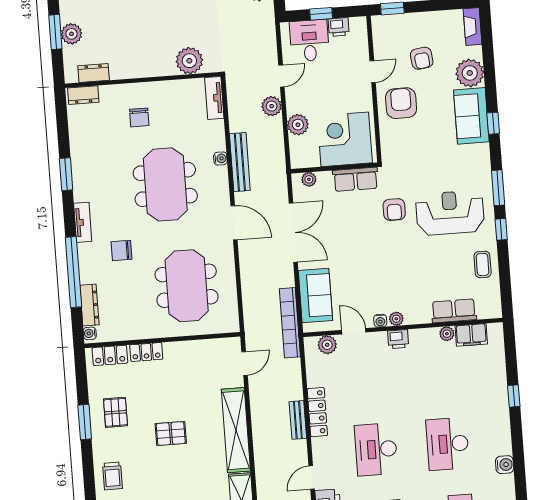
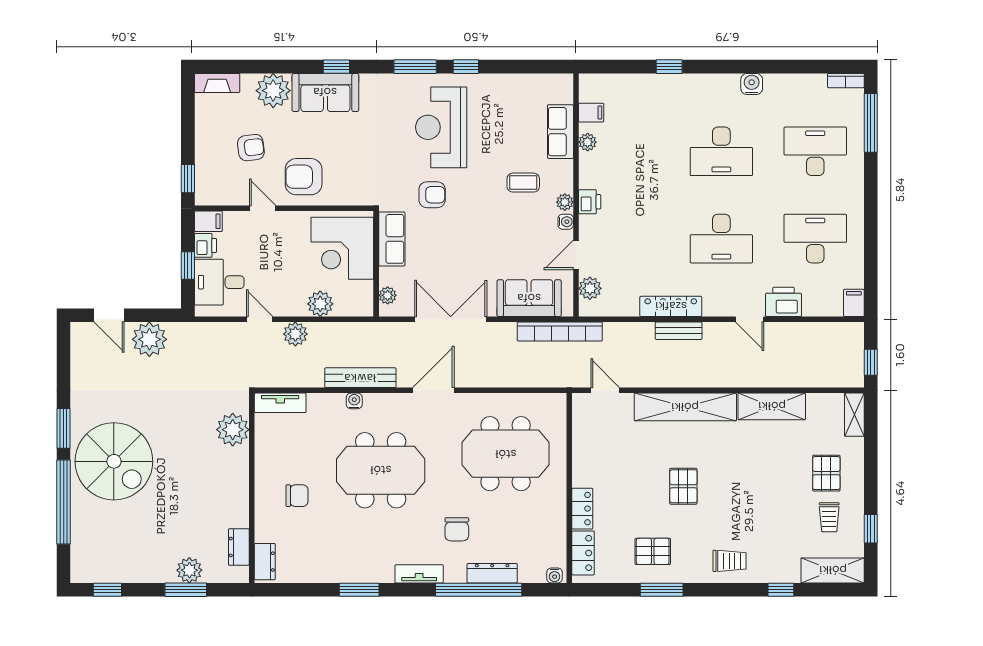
filing cabinet: (359, 28) -> (208, 221), added
coffee table: (483, 264) -> (523, 183), moved
dresser: (89, 305) -> (492, 573), moved
filing cabinet: (471, 335) -> (591, 113), width x0.50

